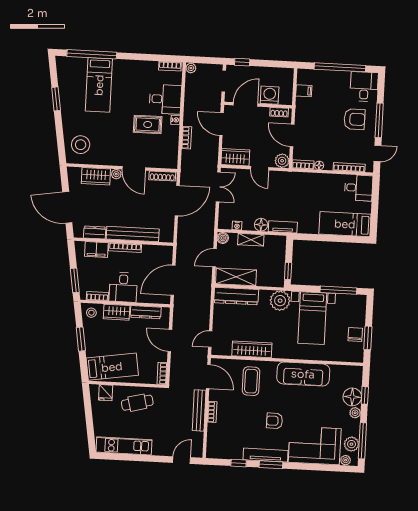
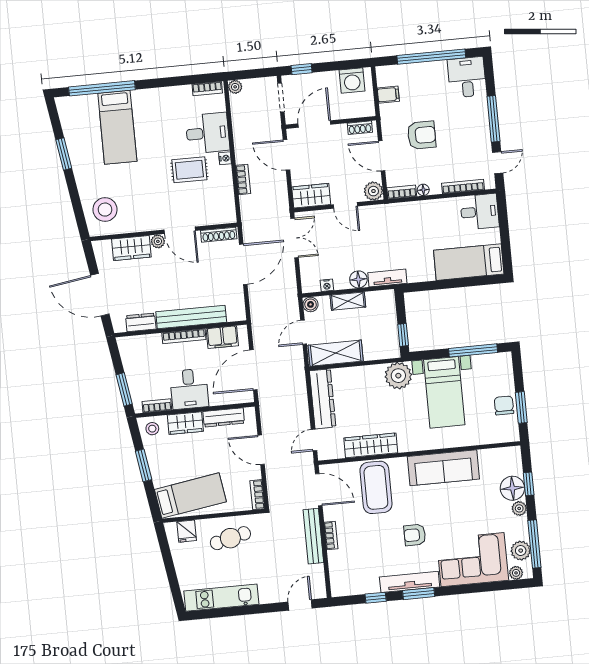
washing machine: (270, 95) -> (352, 81), moved, turned 180
armchair: (354, 119) -> (422, 135), moved
filing cabinet: (96, 249) -> (222, 337), moved
dresser: (236, 296) -> (323, 399), moved, turned -90
coffee table: (251, 381) -> (376, 487), width x1.36, depth x1.32

